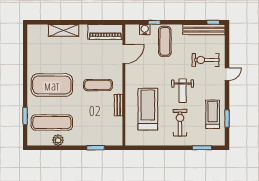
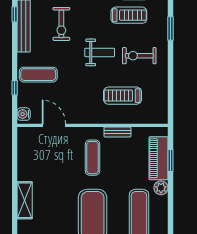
water cooler: (145, 30) -> (24, 114), moved
piano: (105, 32) -> (159, 158), moved, turned 180
treadmill: (148, 109) -> (122, 96), width x0.73, depth x0.73
treadmill: (213, 114) -> (129, 15), turned 180
plant: (58, 140) -> (161, 188), moved

